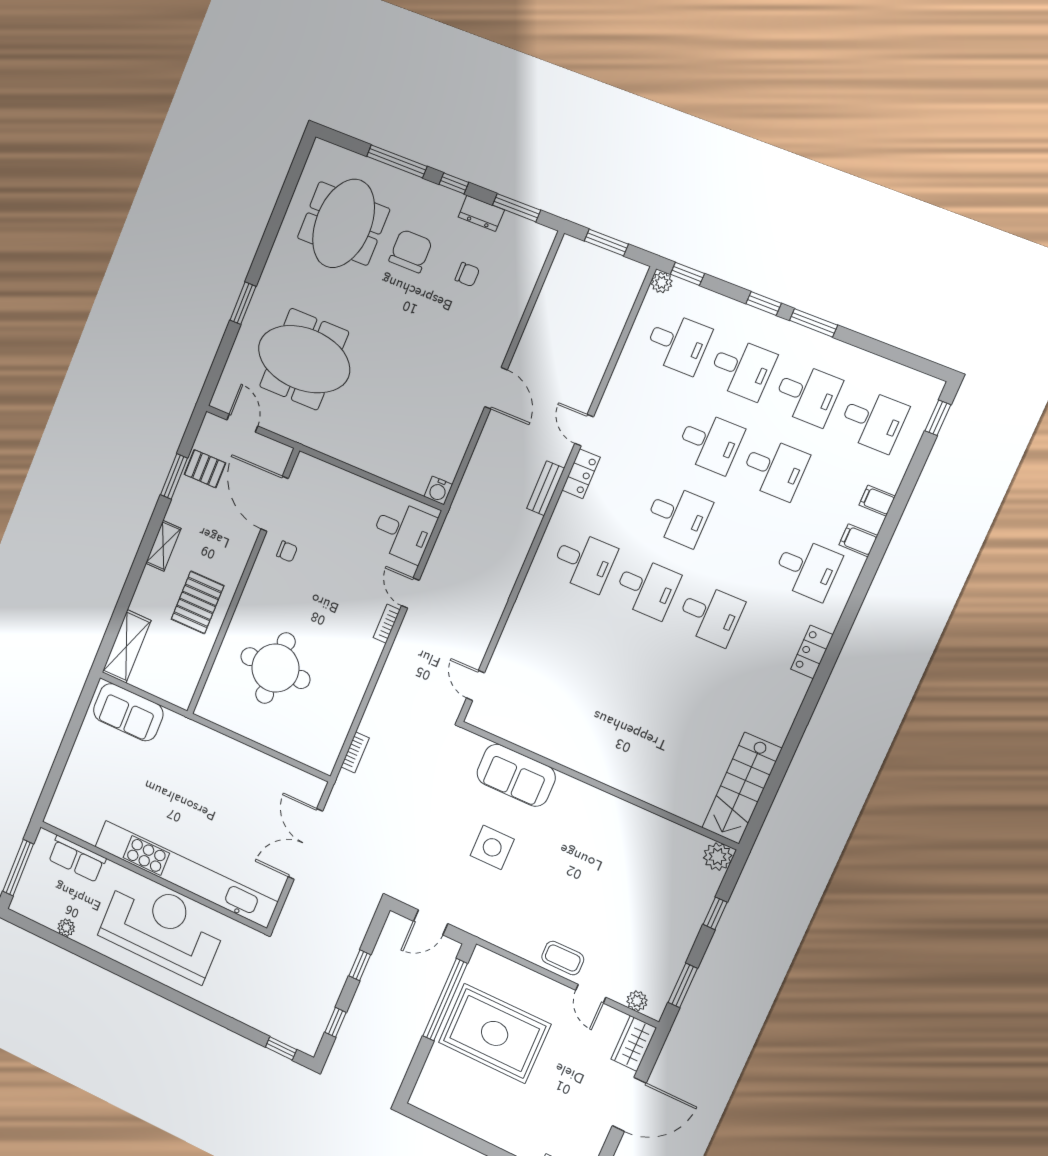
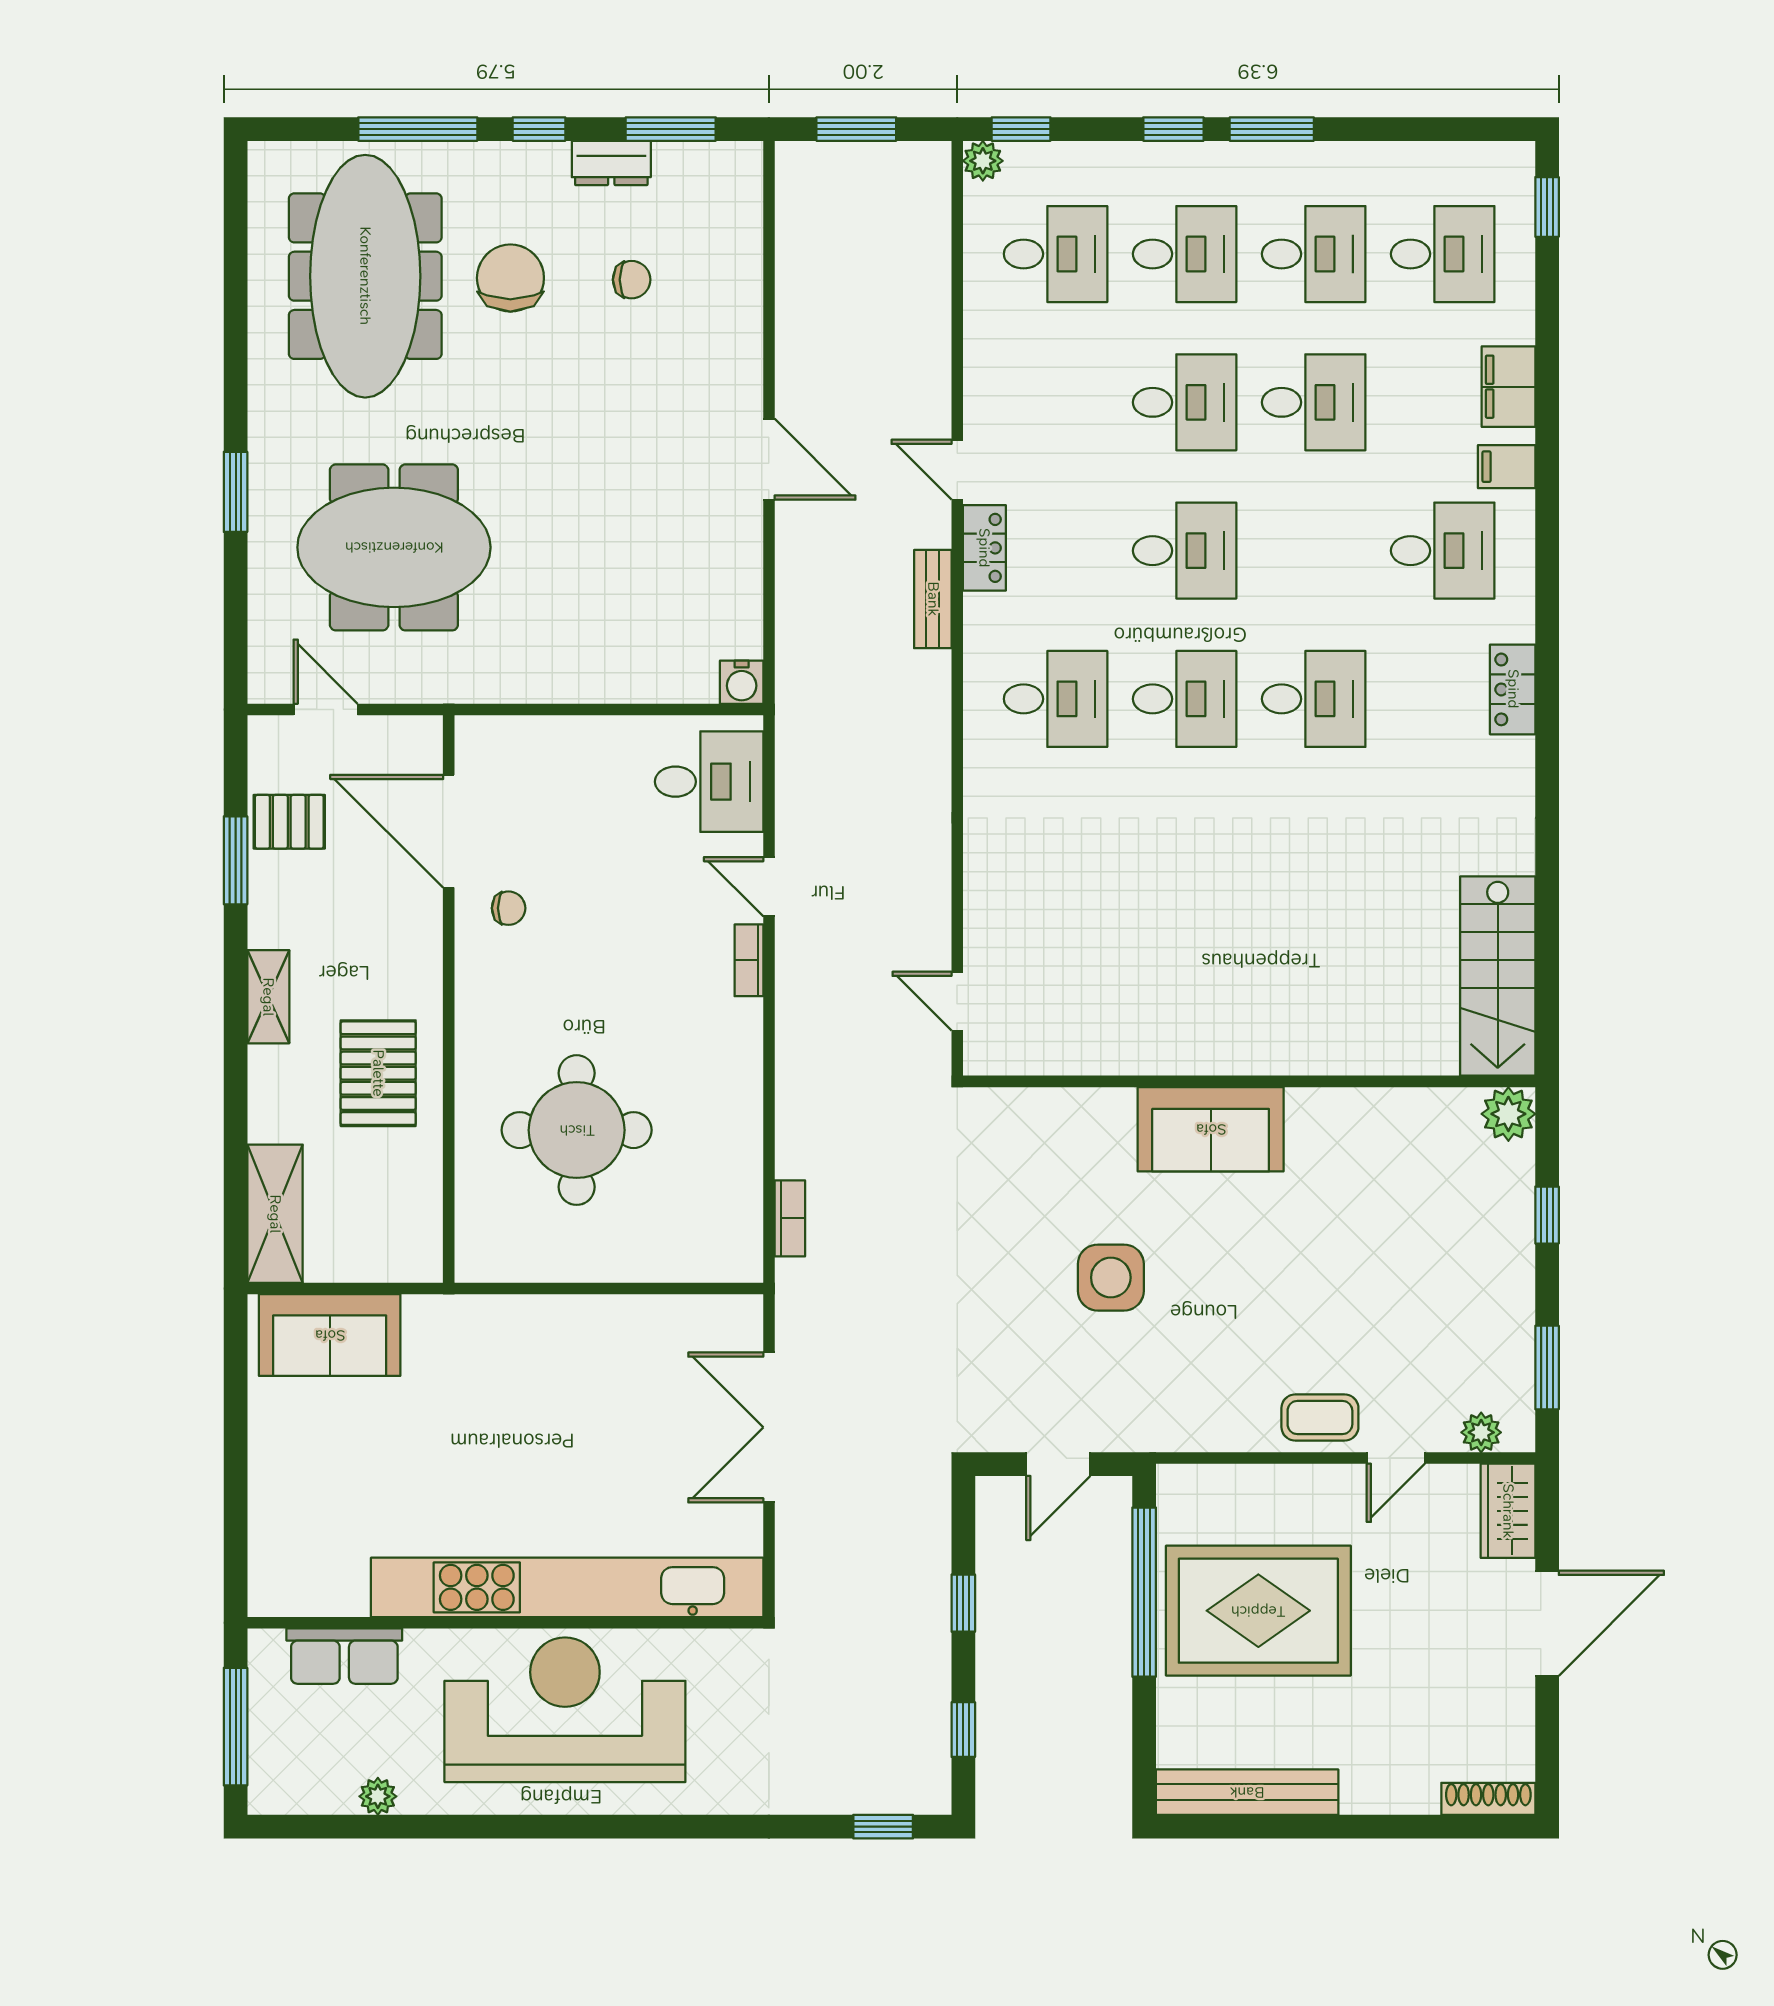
meeting table: (343, 223) -> (365, 276), width x1.36
filing cabinet: (877, 501) -> (1508, 387), width x2.00
sofa: (516, 775) -> (1211, 1129), moved
door: (591, 994) -> (1396, 1458), hinge flipped
bench: (453, 1113) -> (1247, 1792), added

